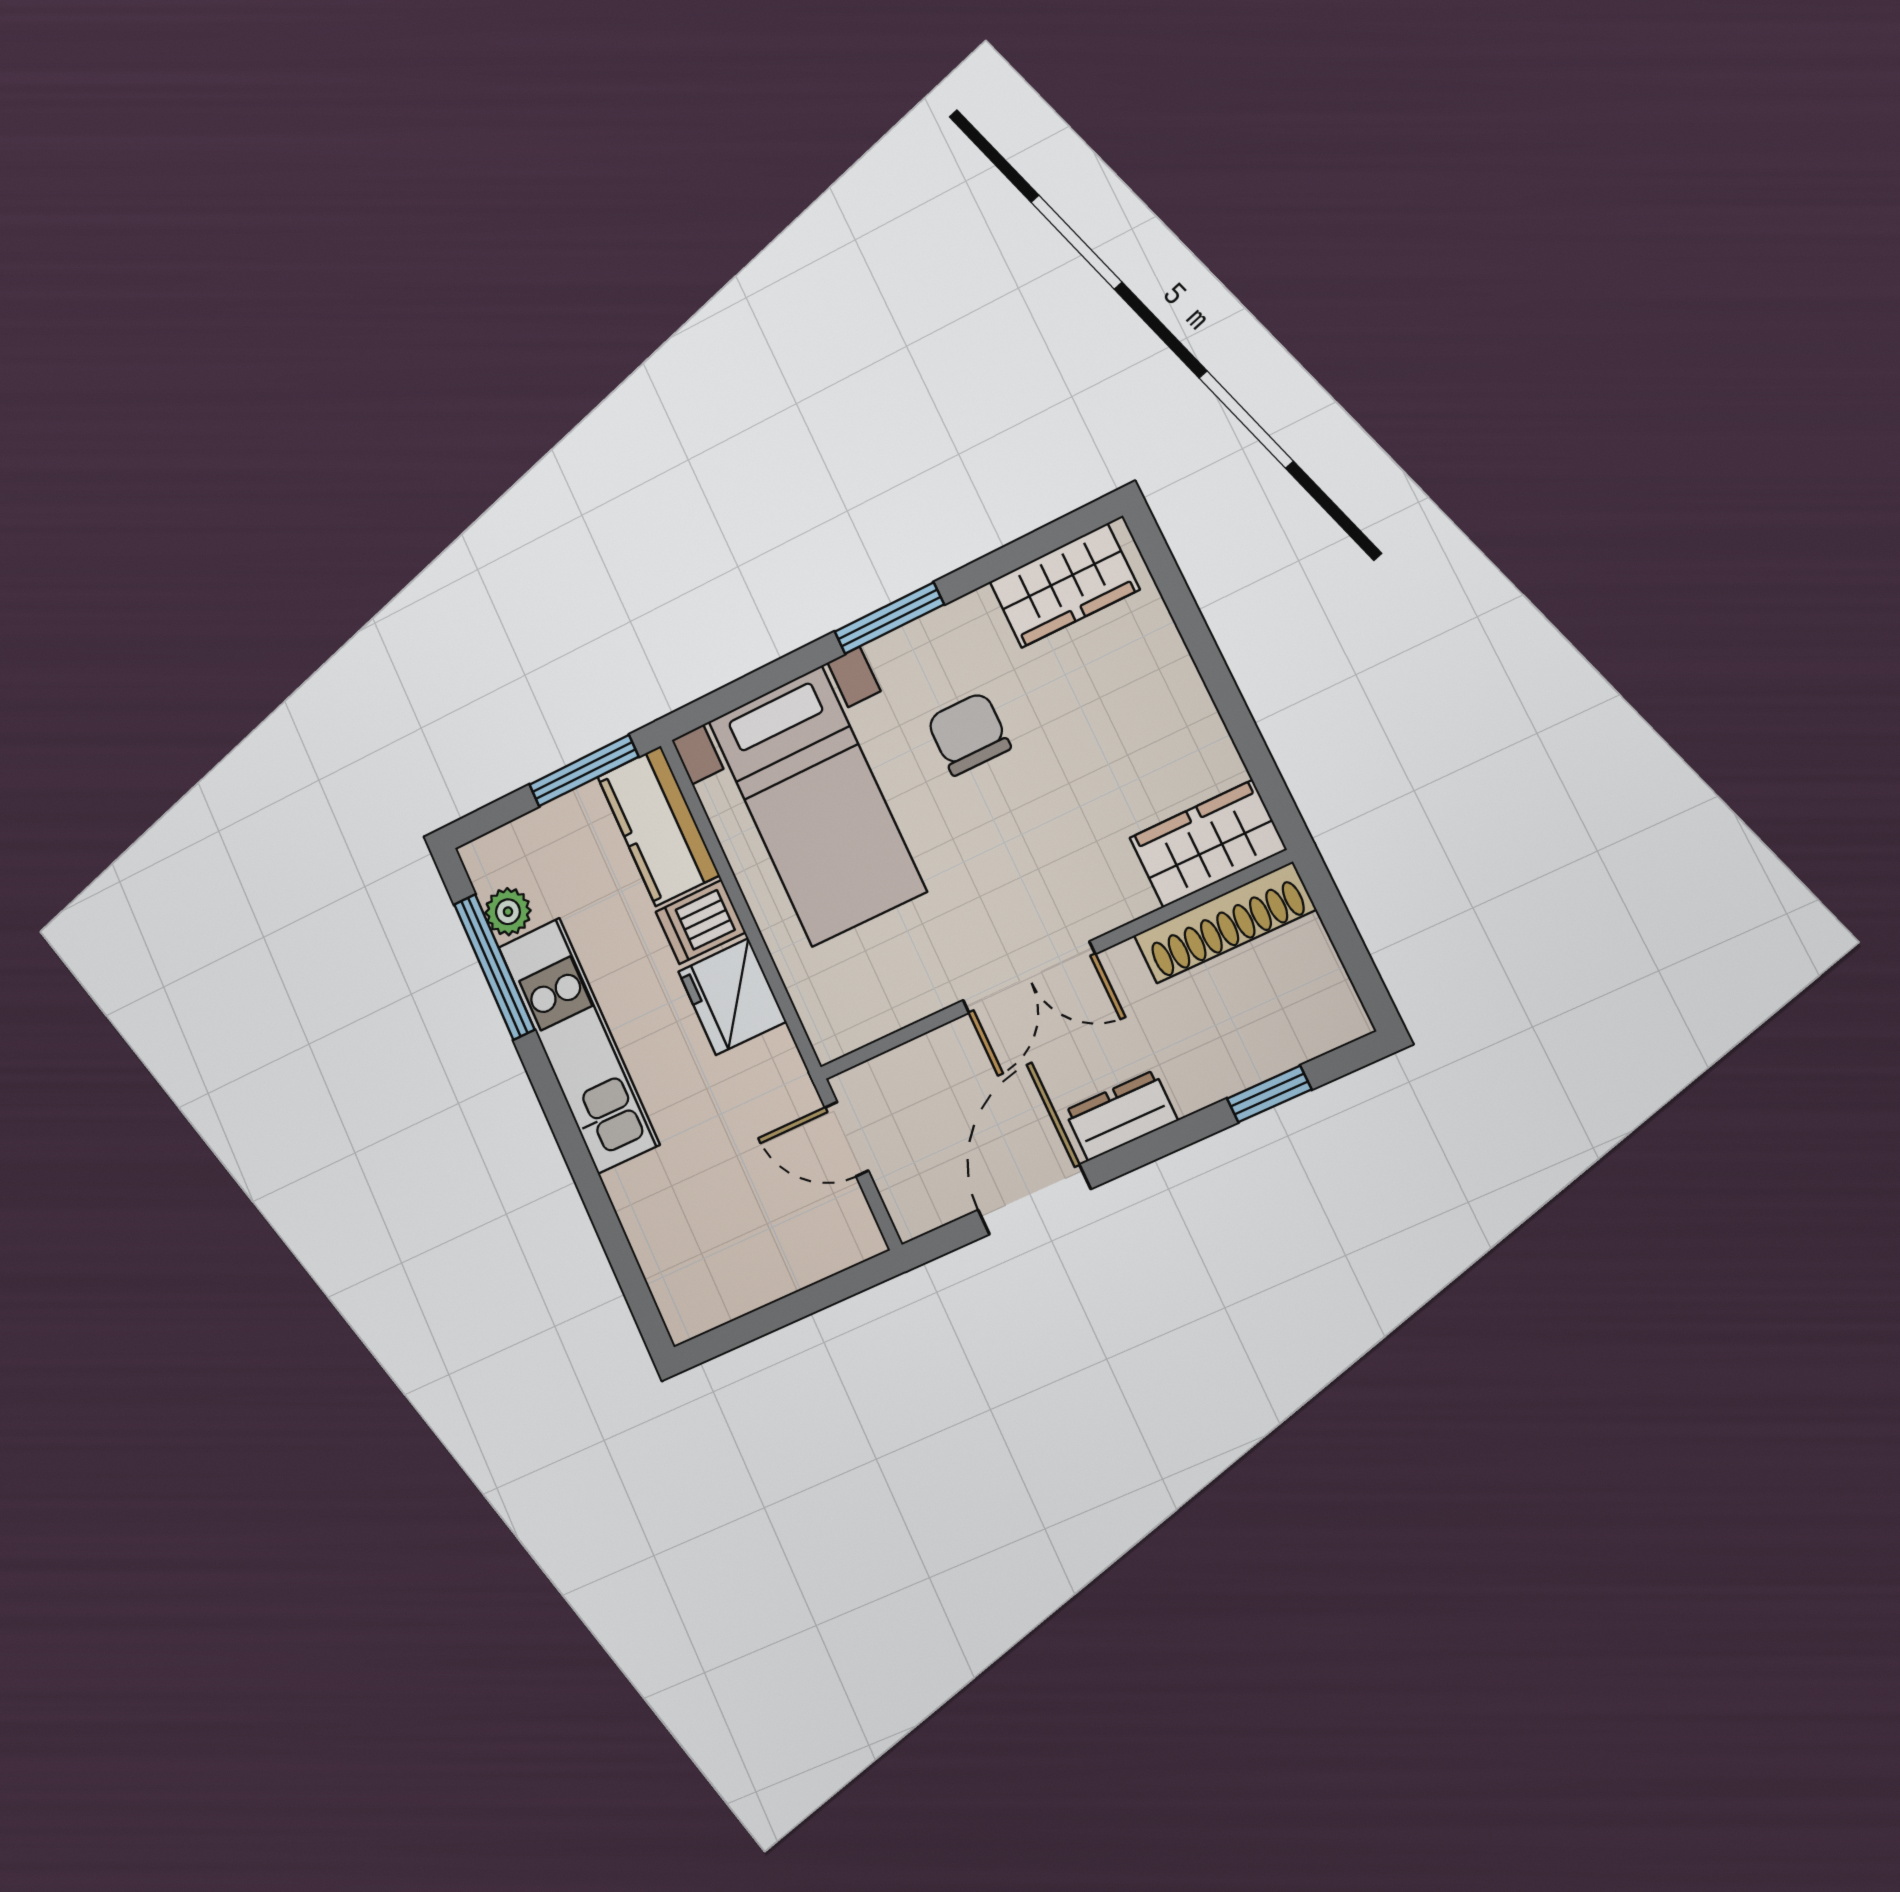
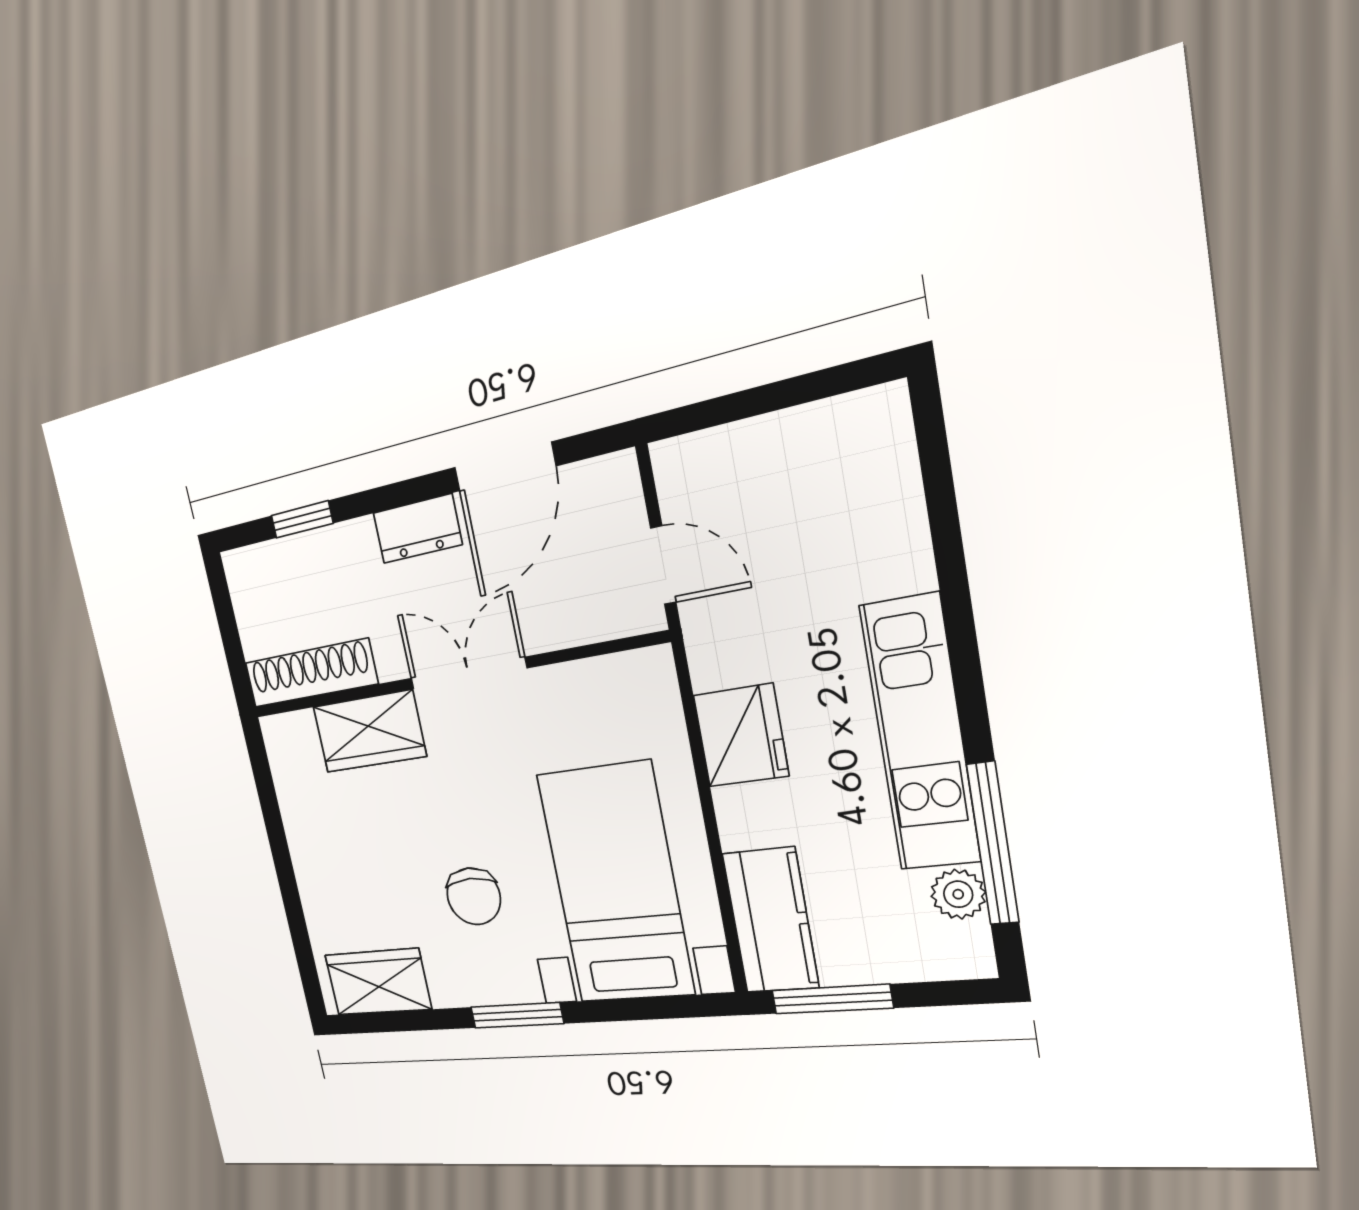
wardrobe: (1208, 844) -> (369, 731), moved
dishwasher: (701, 922) -> (753, 817), removed

